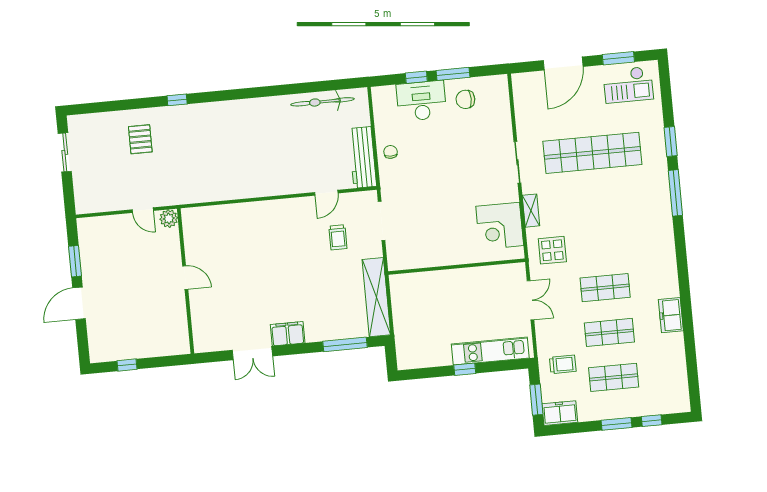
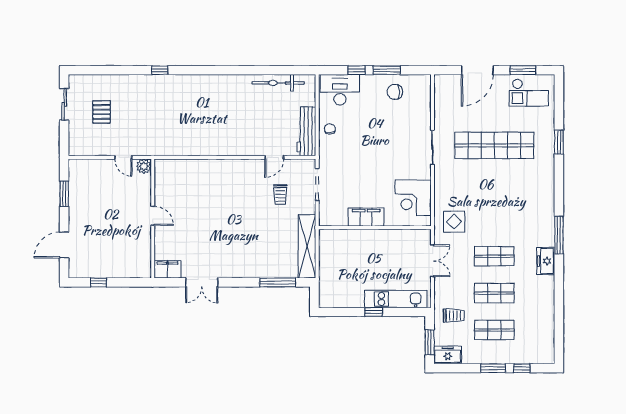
desk: (421, 101) -> (340, 90), moved
pallet: (140, 139) -> (102, 112), moved
window: (675, 193) -> (559, 235), moved
shelving: (531, 211) -> (440, 188), removed
filing cabinet: (445, 255) -> (366, 217), added
door: (79, 303) -> (64, 245), moved
freezer: (671, 315) -> (546, 261), moved
filing cabinet: (288, 334) -> (167, 269), moved

